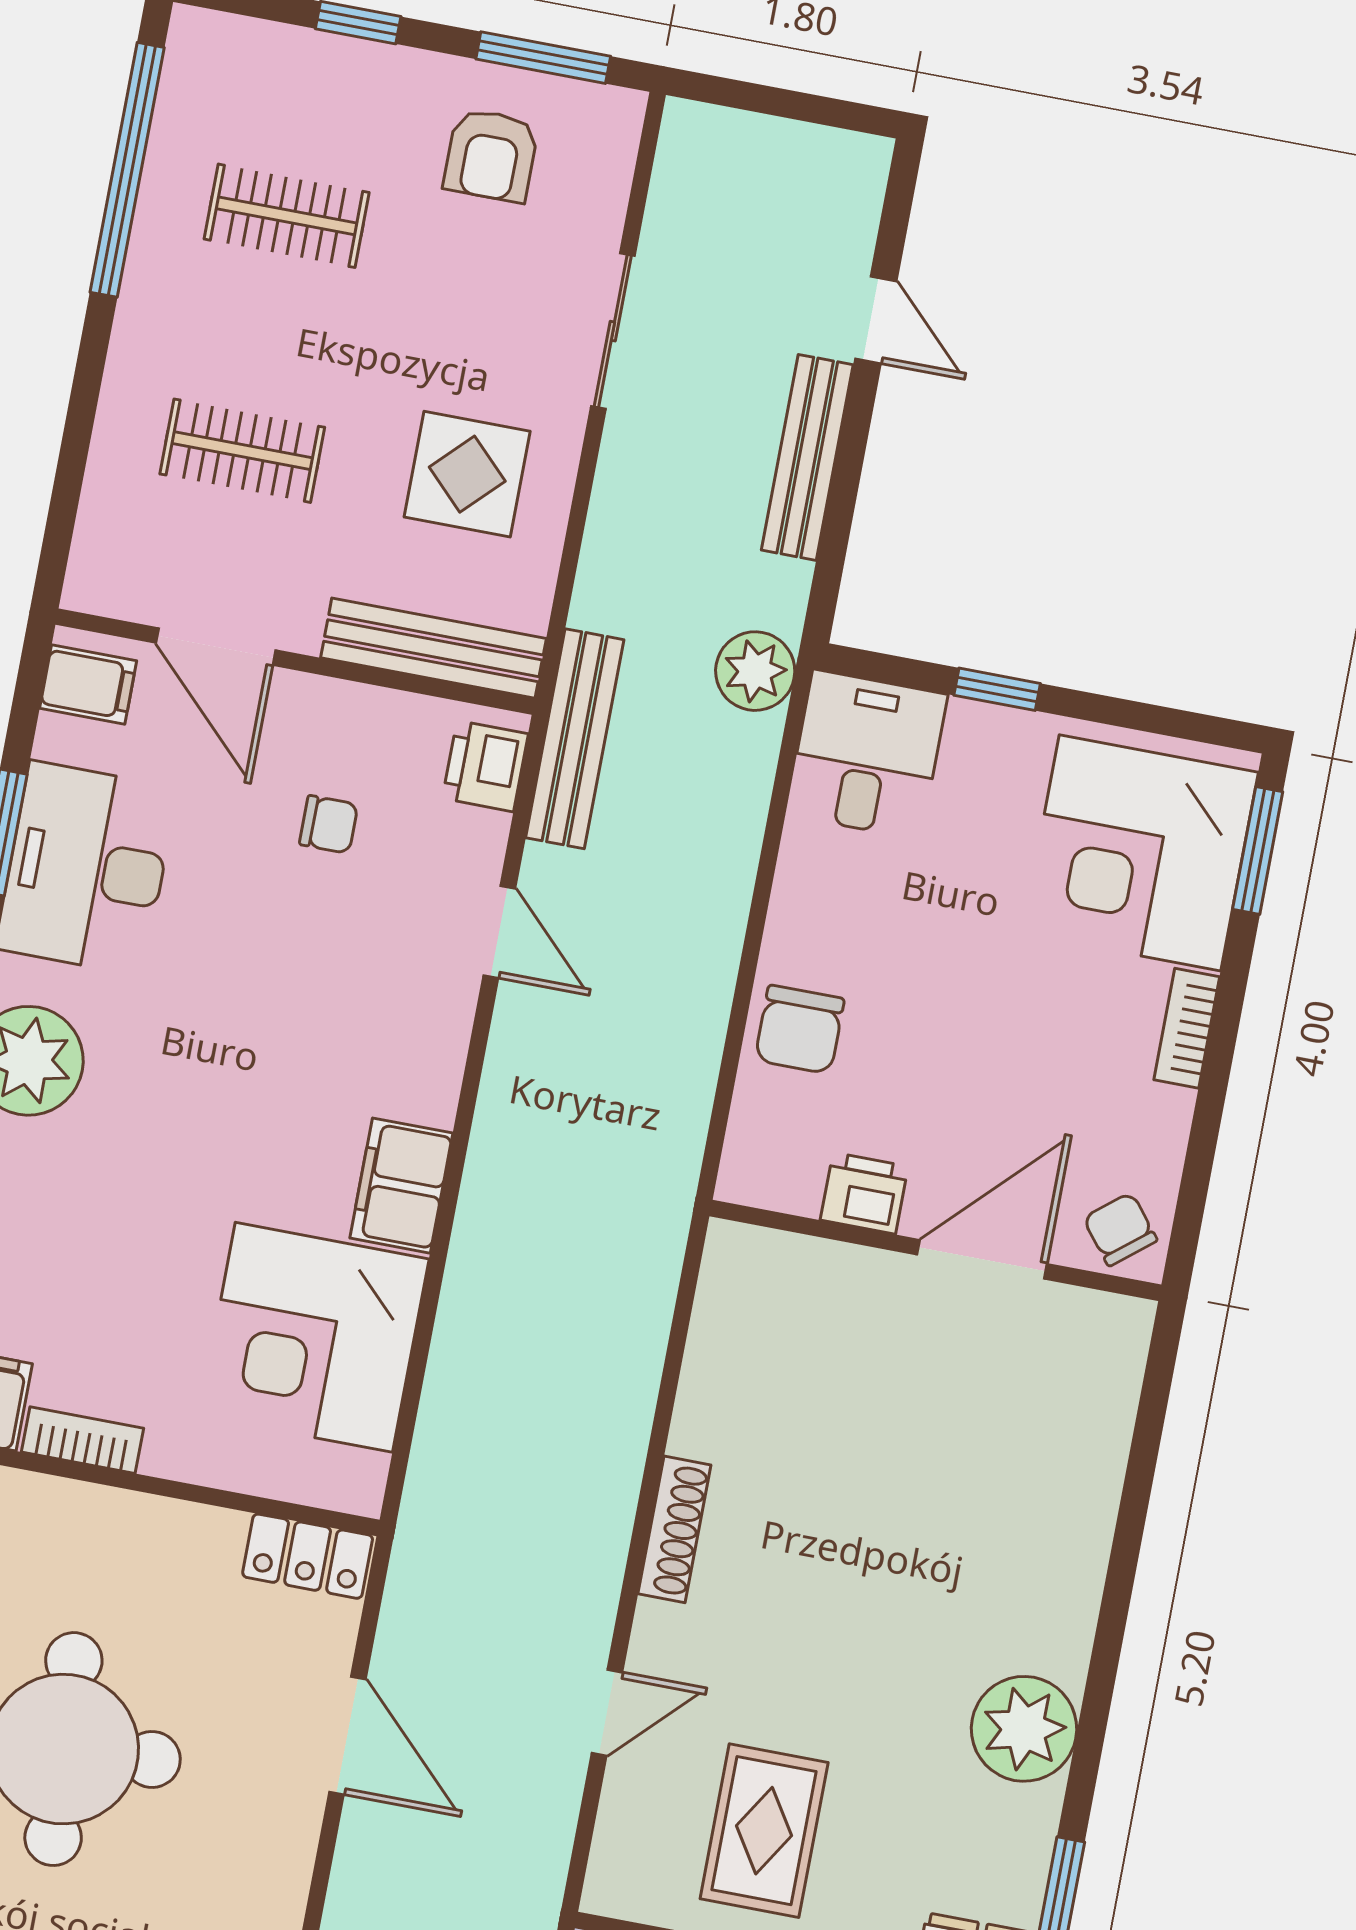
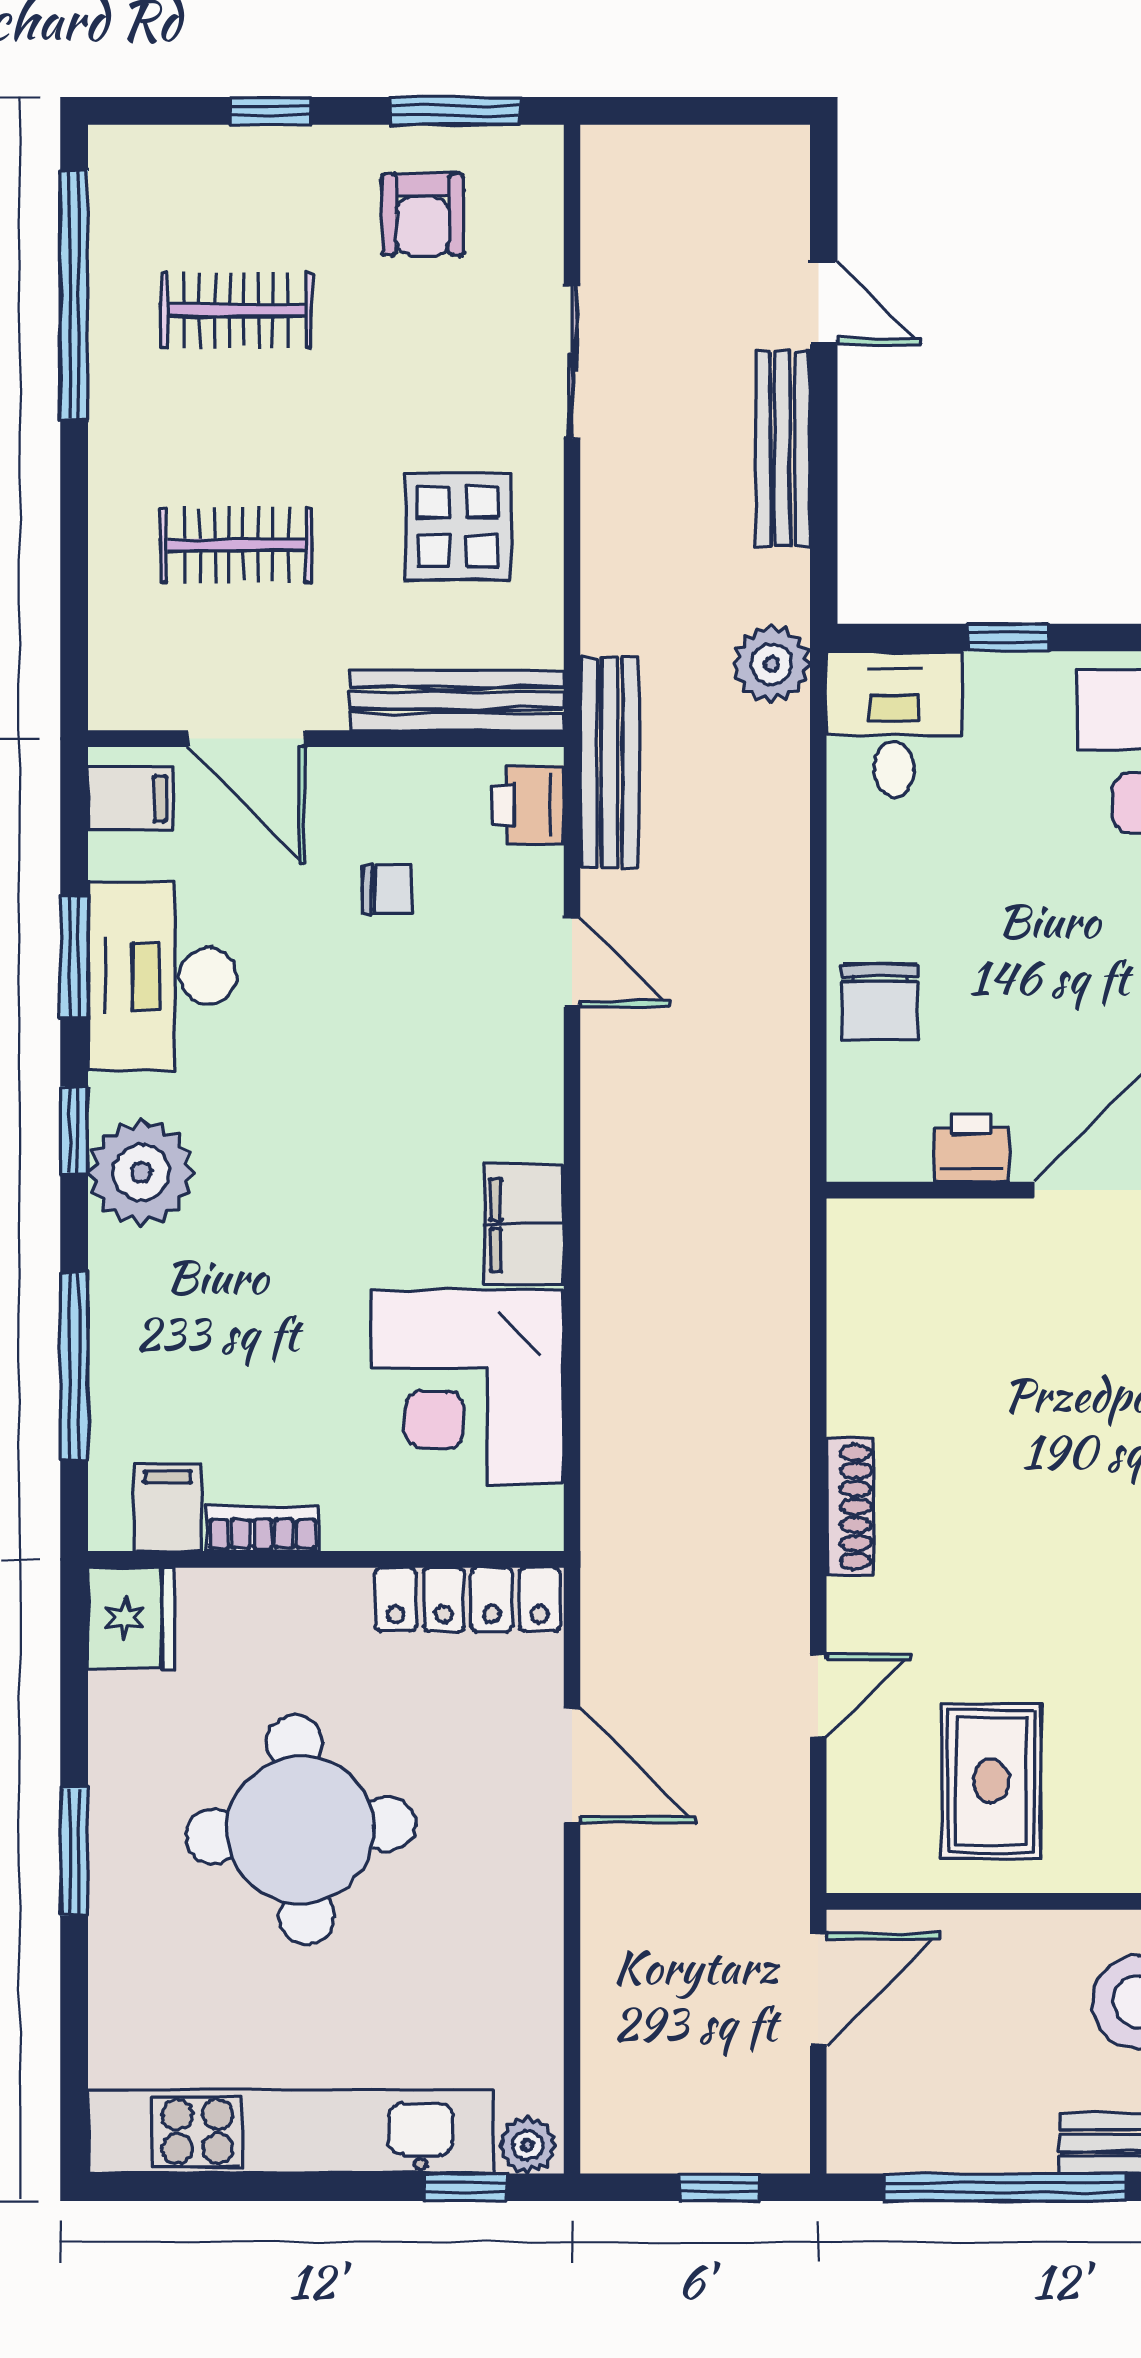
locker: (308, 1556) -> (468, 1599), width x1.53

